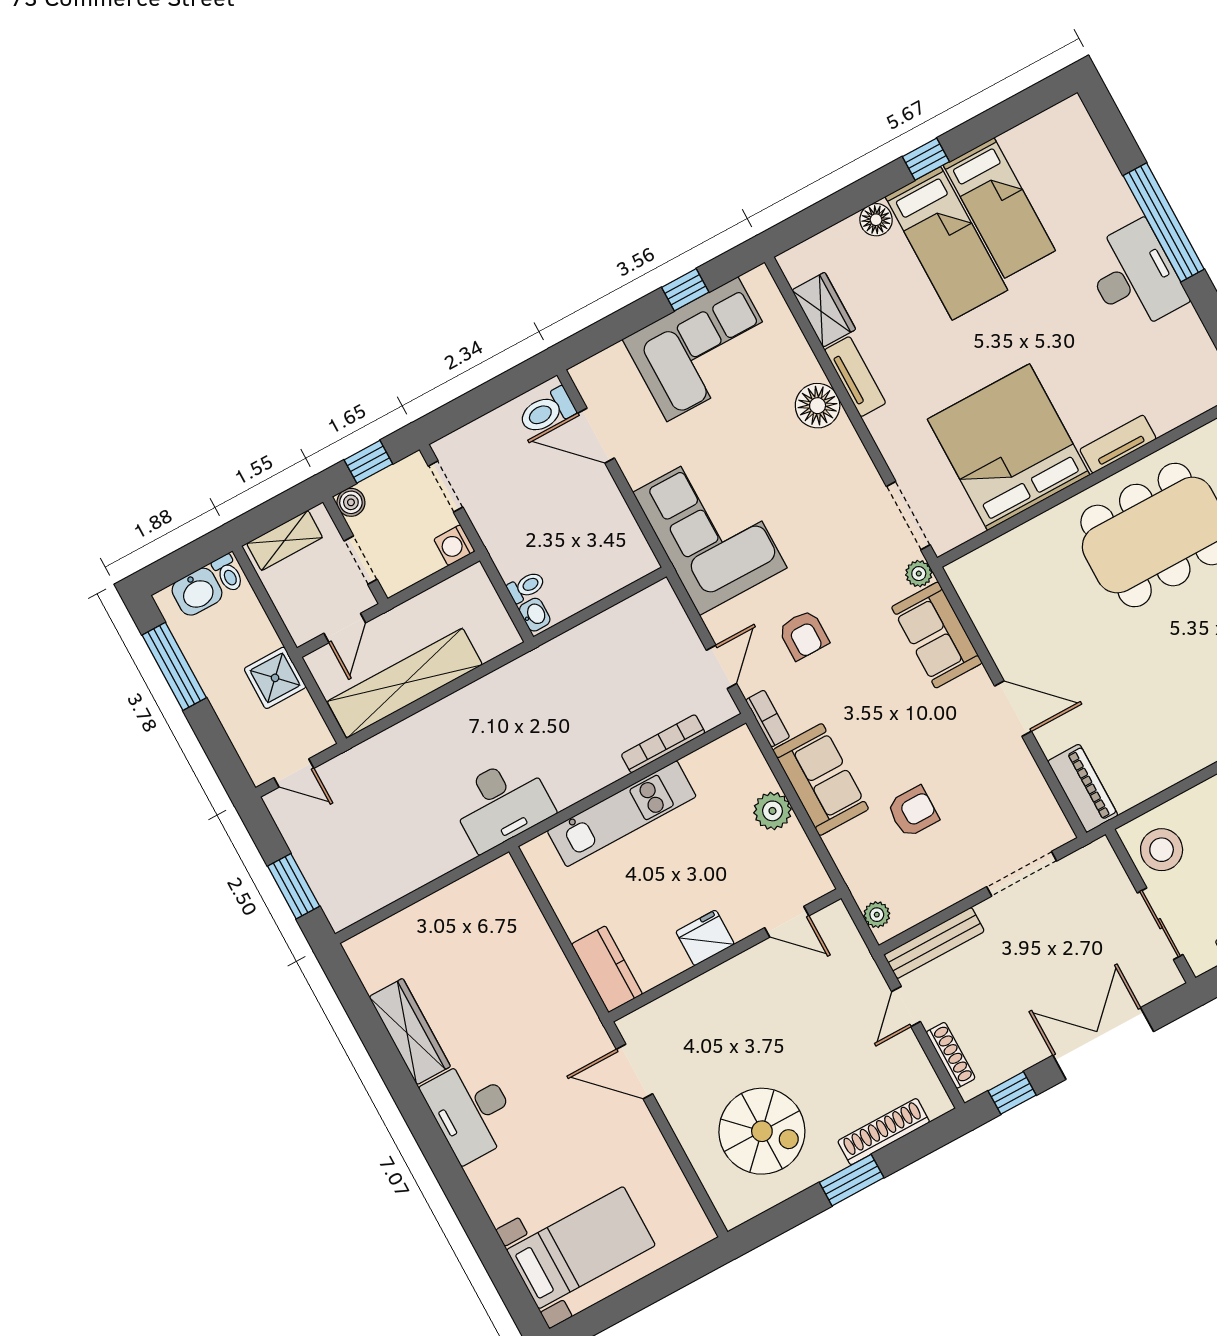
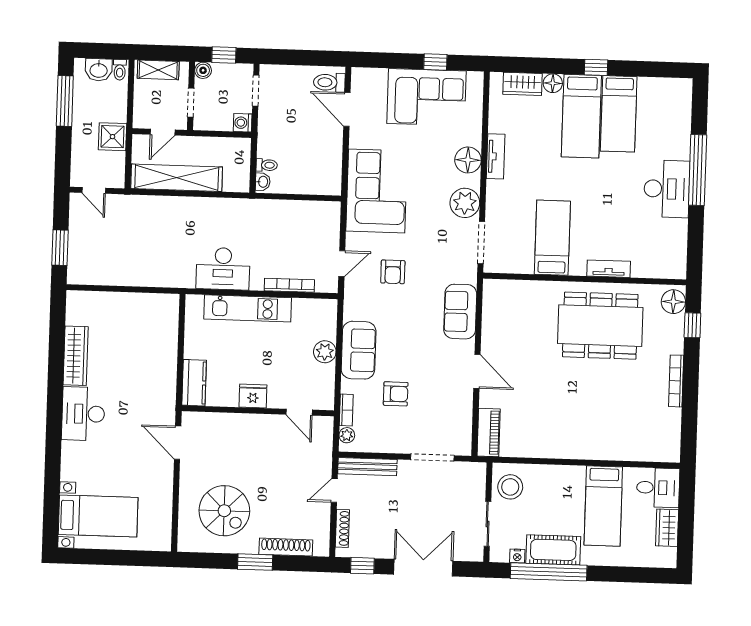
wardrobe: (824, 310) -> (522, 84), moved, turned 90
bed: (1009, 447) -> (552, 238), width x0.49
plant: (919, 574) -> (465, 203), moved, width x1.87, depth x1.87
bookcase: (768, 719) -> (346, 410), moved
desk: (502, 803) -> (223, 269), moved

